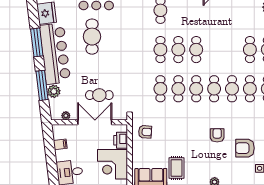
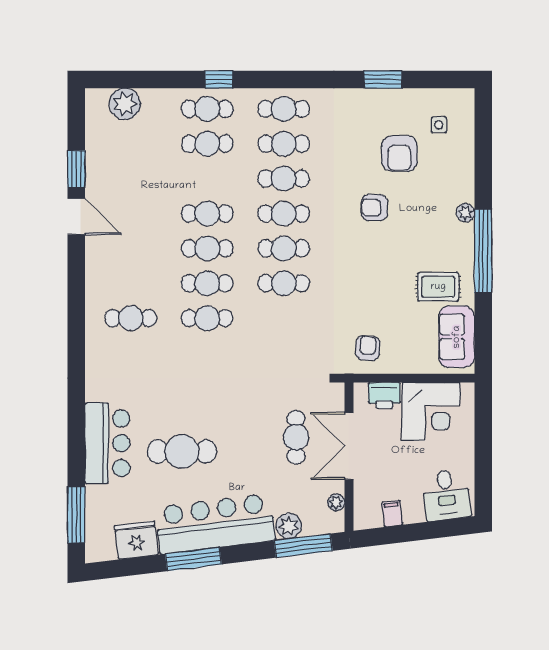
window: (42, 85) -> (303, 546), moved
cafe table: (160, 89) -> (207, 214), moved

